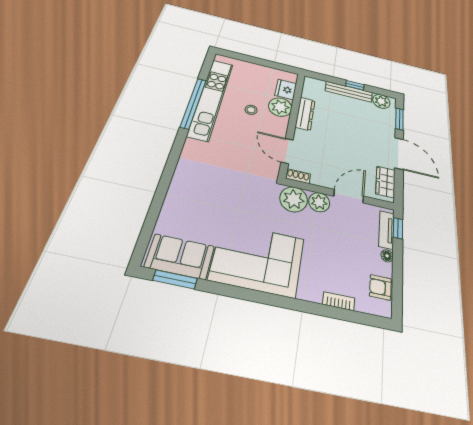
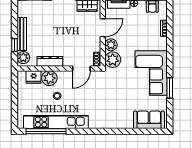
window: (355, 85) -> (15, 45), moved
plant: (381, 101) -> (23, 58), moved
window: (194, 103) -> (46, 131), moved
door: (349, 196) -> (103, 28), swing flipped
sofa: (180, 256) -> (149, 120), moved, turned 90
window: (175, 279) -> (170, 88), moved

